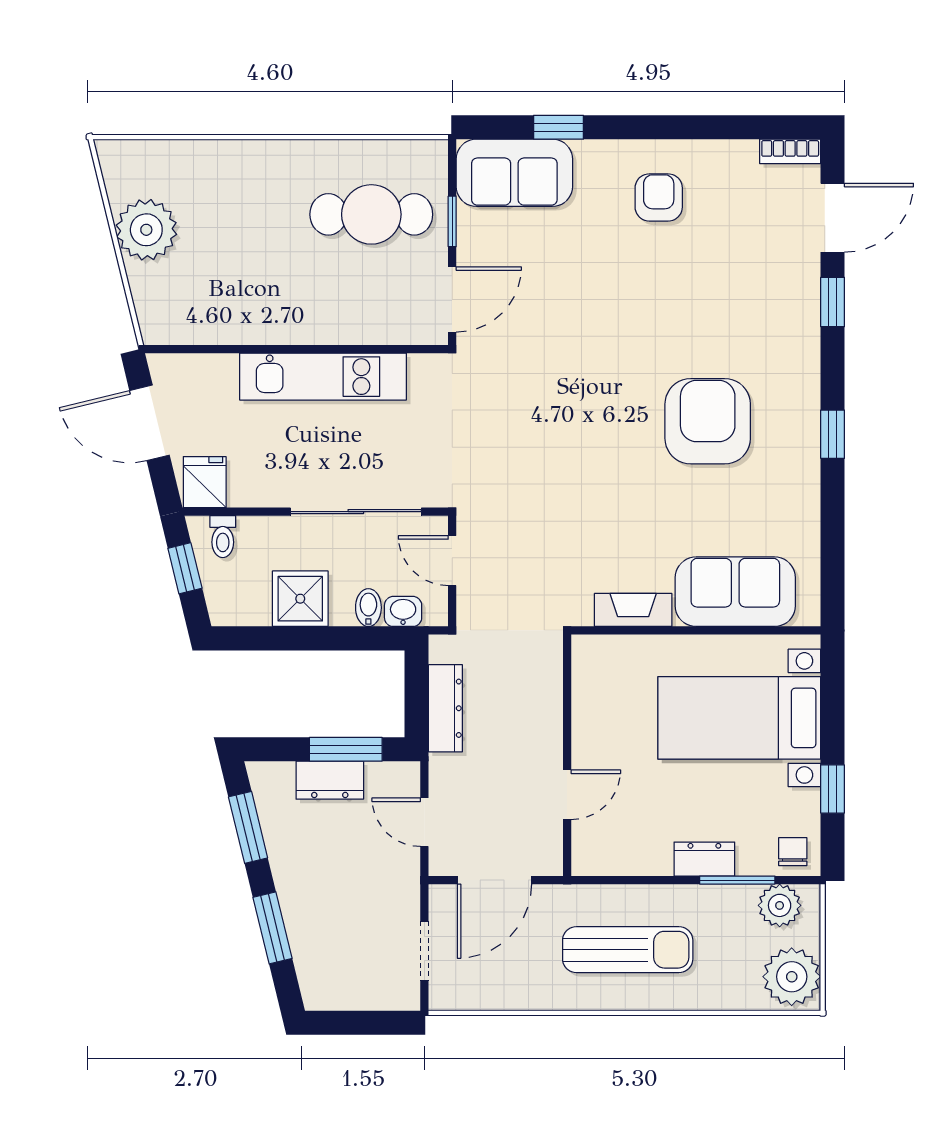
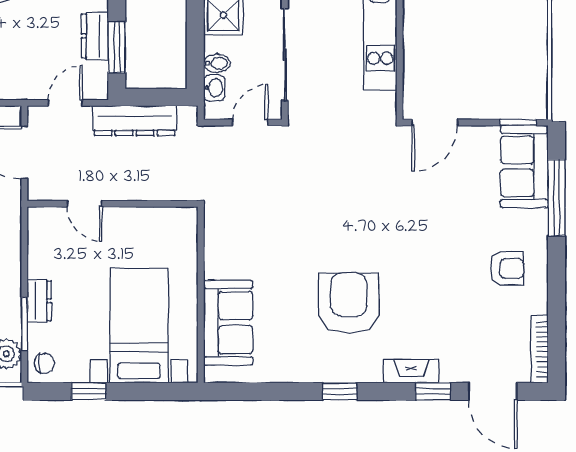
window: (559, 127) -> (557, 198), width x2.17
bookcase: (790, 151) -> (540, 349), width x1.56
cafe table: (371, 214) -> (495, 65), removed
window: (452, 221) -> (518, 122), moved
door: (452, 299) -> (435, 122), hinge flipped
armchair: (708, 421) -> (349, 303), turned -90
fireplace: (633, 610) -> (411, 371), moved, turned -90
dresser: (445, 708) -> (135, 121), width x1.37, depth x1.24

